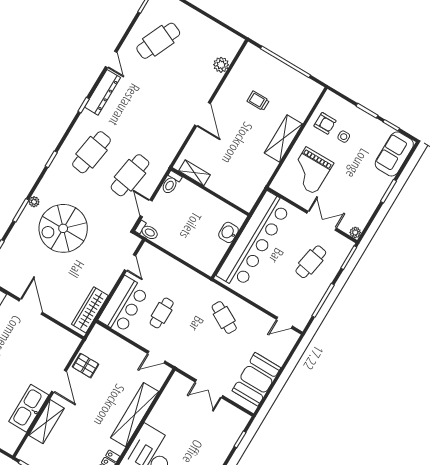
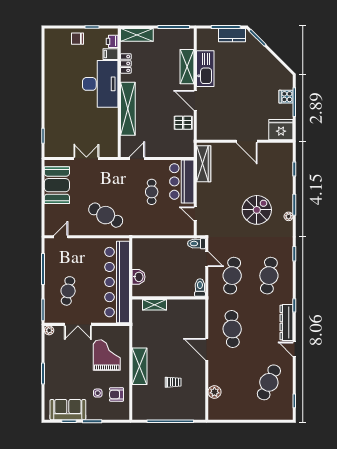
cafe table: (163, 119) -> (232, 329), added
sofa: (394, 154) -> (68, 410), moved, turned -90
shelving: (195, 173) -> (154, 305), moved
spiral stairs: (63, 228) -> (257, 210), width x0.73, depth x0.73
cafe table: (224, 317) -> (106, 215), width x1.37, depth x1.35

